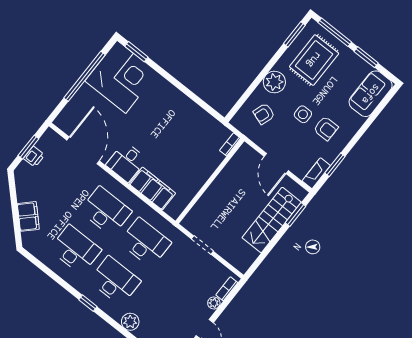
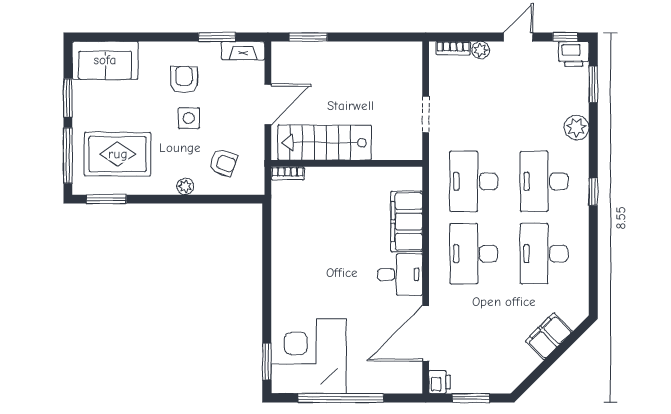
plant: (274, 82) -> (185, 186), width x0.53, depth x0.53
printer: (34, 157) -> (440, 382), moved, turned 90
stairs: (272, 220) -> (325, 143), moved, turned 180

